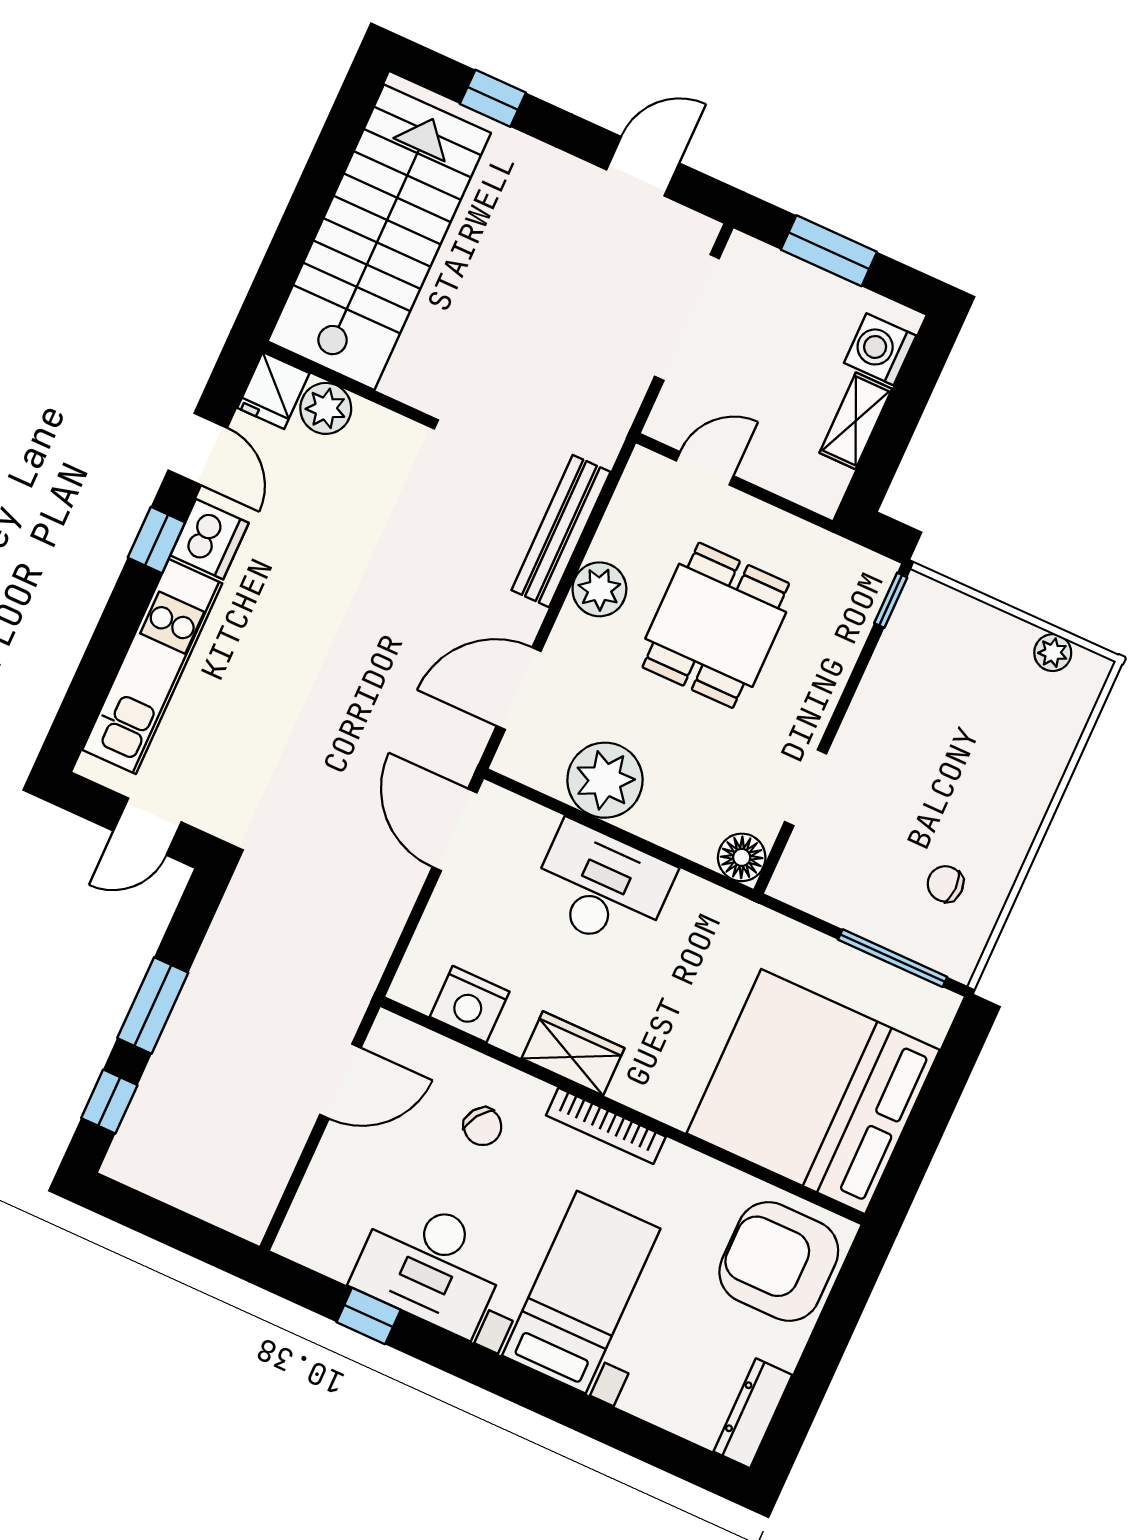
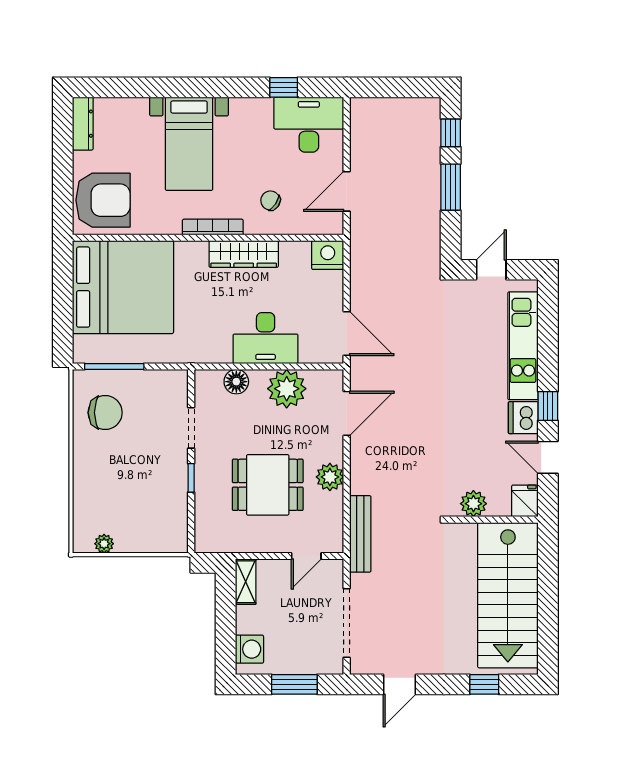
plant: (326, 408) -> (473, 504), moved
shelving: (856, 421) -> (246, 582), moved
bench: (561, 531) -> (360, 534), moved
window: (891, 600) -> (191, 478), moved
dining table: (716, 625) -> (268, 485), turned 90
floor lamp: (742, 857) -> (236, 382), moved
chair: (945, 884) -> (105, 413), width x1.87, depth x1.87
nightstand: (470, 1004) -> (328, 255), moved
wardrobe: (573, 1053) -> (244, 254), width x1.50
desk: (431, 1265) -> (309, 125), moved

